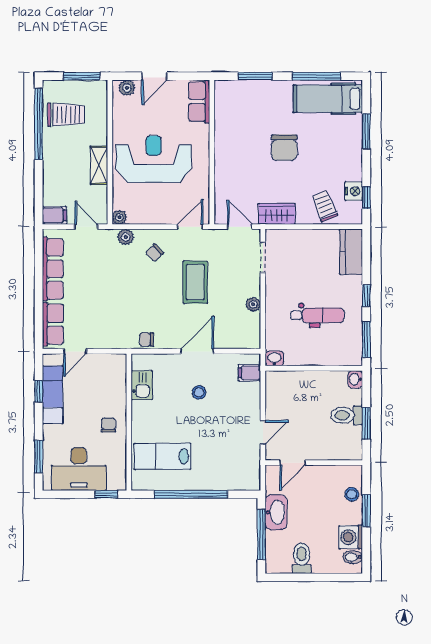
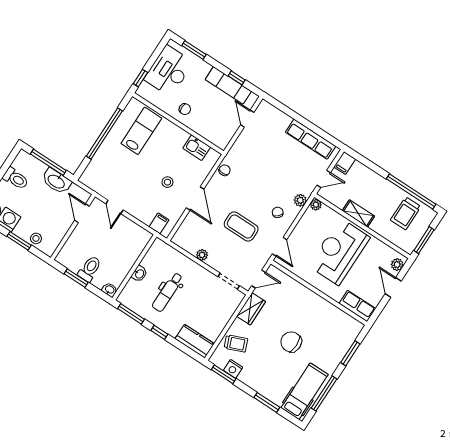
reception desk: (154, 159) -> (339, 252), turned 180
window: (366, 198) -> (224, 374), width x1.50
row of seats: (53, 324) -> (274, 116), removed
washbasin: (274, 358) -> (139, 274), moved

